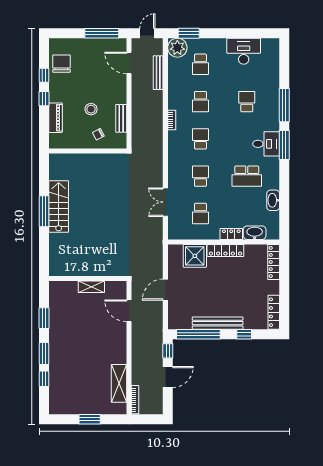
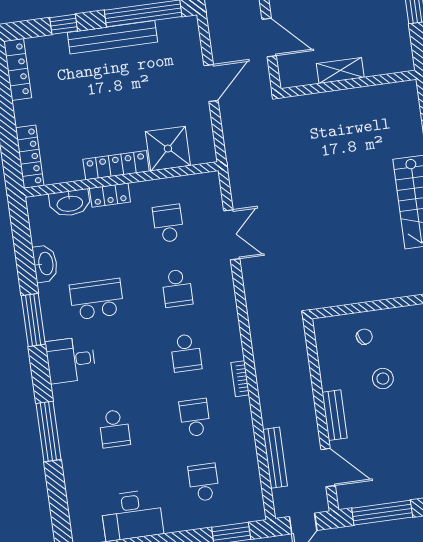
plant: (177, 48) -> (248, 506), removed
bench: (121, 118) -> (335, 415), moved
window: (284, 145) -> (33, 320), moved

